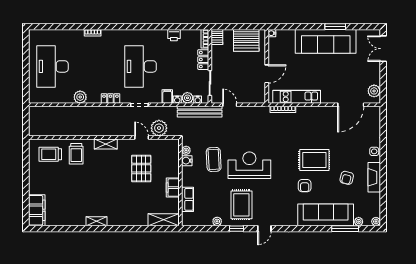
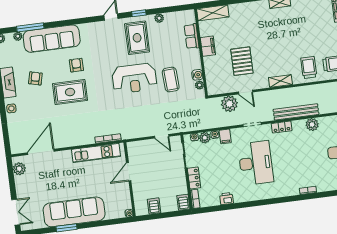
server rack: (246, 40) -> (154, 206), width x0.46, depth x0.70
bench: (200, 112) -> (296, 112), moved

